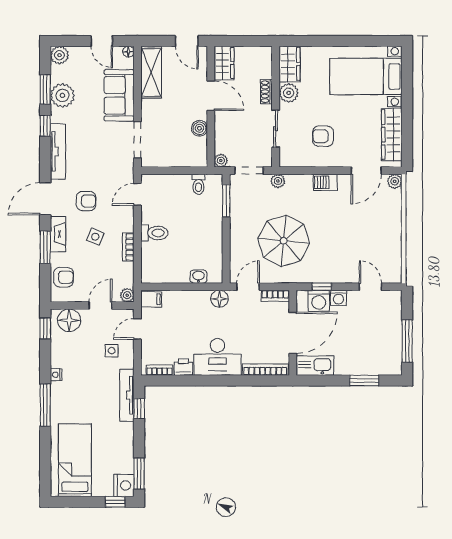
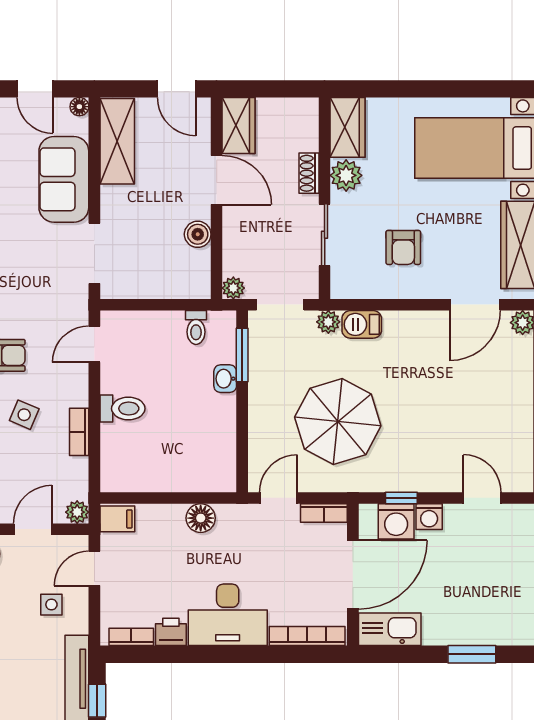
armchair: (323, 136) -> (403, 247), turned -90
barbecue: (325, 182) -> (362, 324), moved
washbasin: (198, 277) -> (225, 379), moved, turned -90
floor lamp: (219, 299) -> (201, 518), moved

